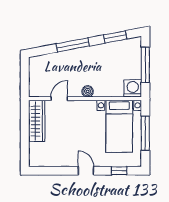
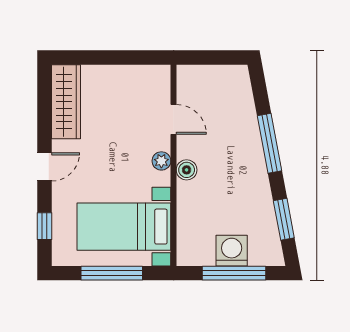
washing machine: (133, 88) -> (232, 251), moved, turned -90
plant: (83, 105) -> (161, 161), added
wardrobe: (37, 121) -> (66, 102), moved, turned -90

